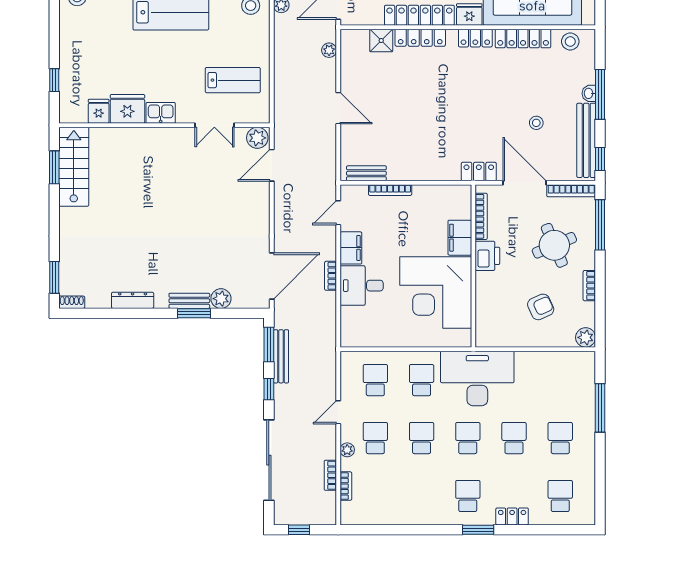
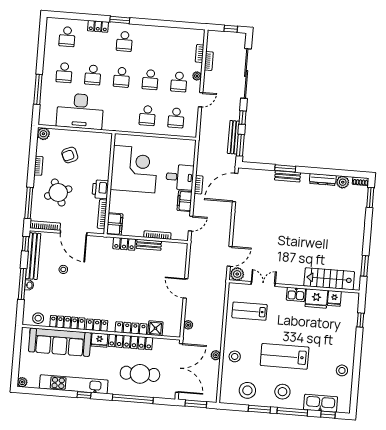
stairs: (74, 167) -> (329, 279), moved, turned 90
locker: (479, 172) -> (124, 244), moved
bench: (366, 173) -> (149, 245), moved
filing cabinet: (460, 238) -> (115, 224), moved
plant: (221, 299) -> (343, 182), moved
desk: (477, 378) -> (80, 111), moved

